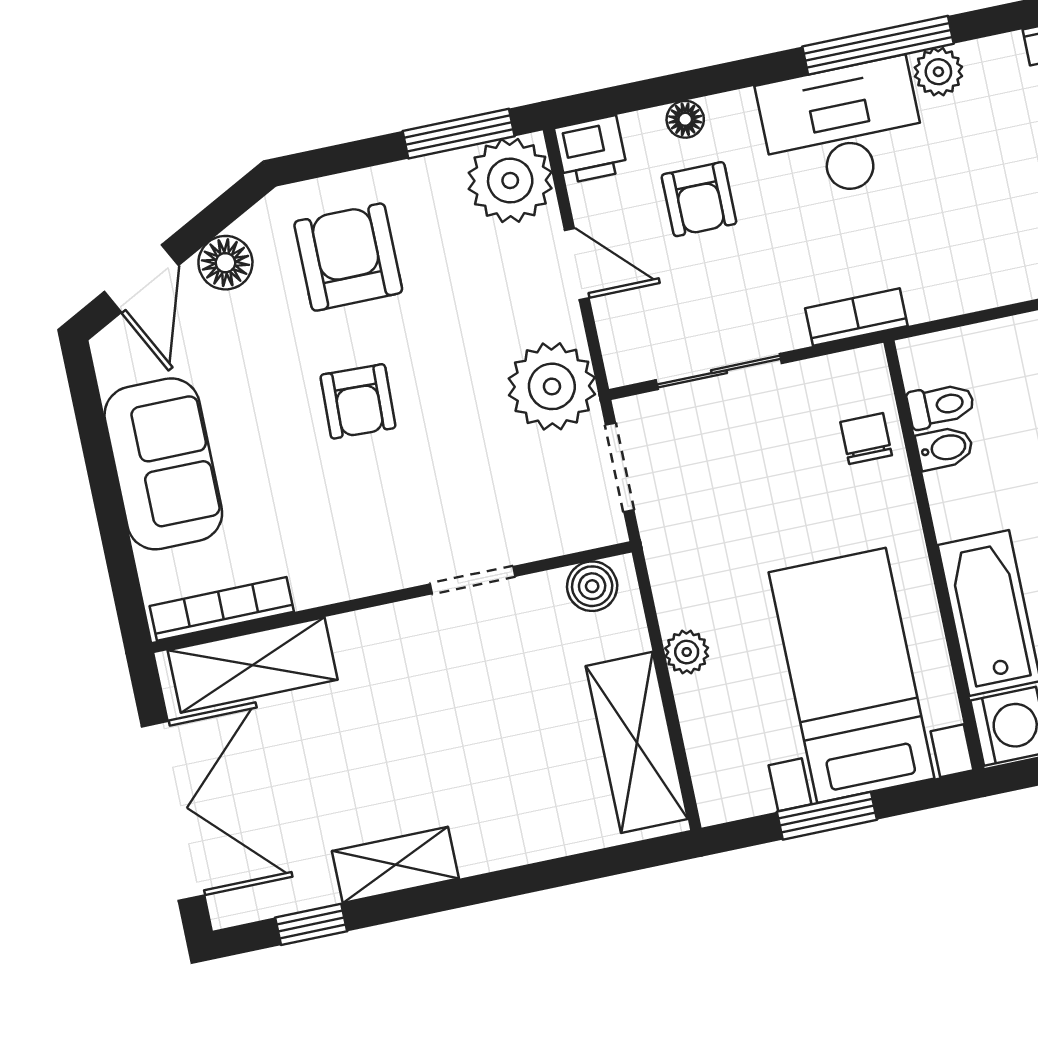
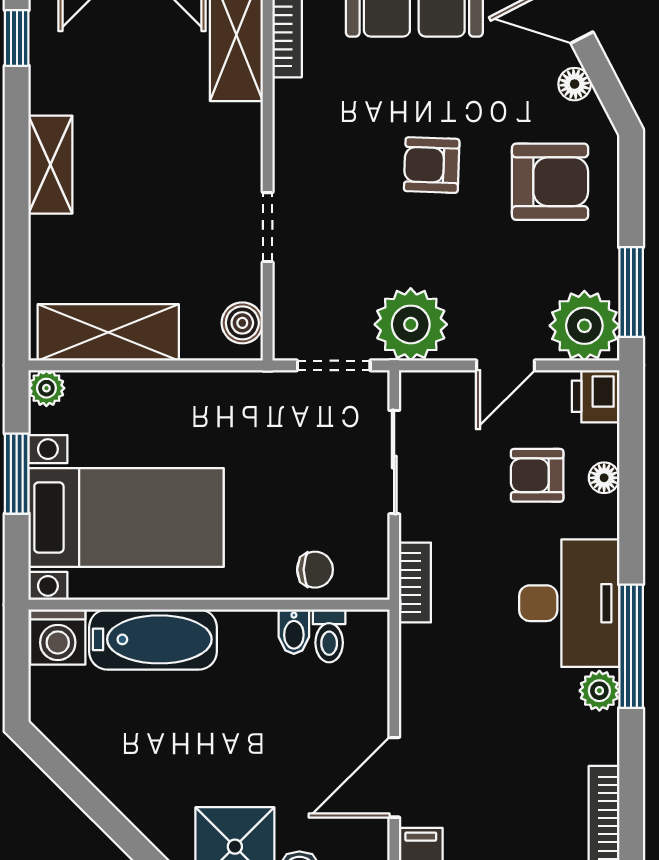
floor lamp: (225, 263) -> (575, 84), width x0.73, depth x0.73
plant: (687, 652) -> (46, 388), moved
shelving: (395, 865) -> (50, 165), moved

